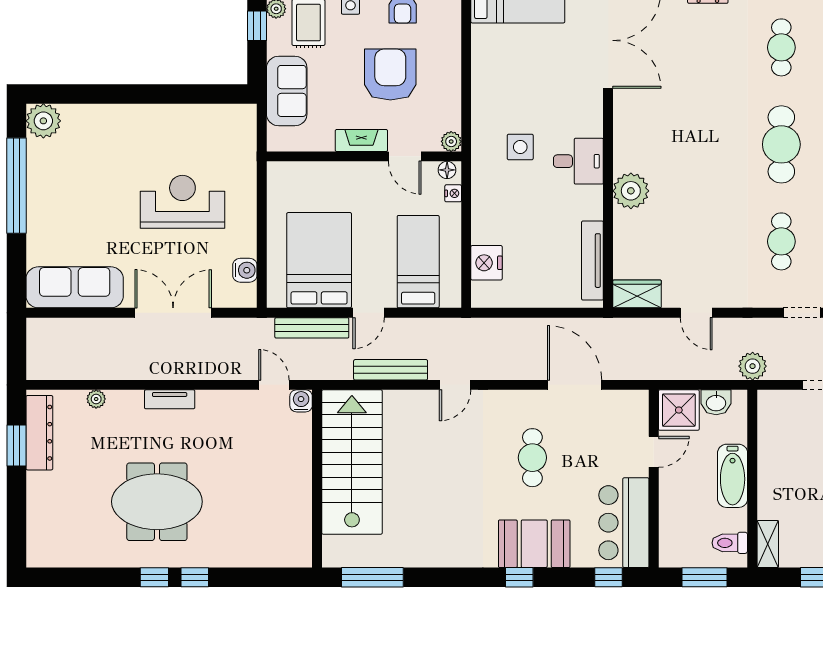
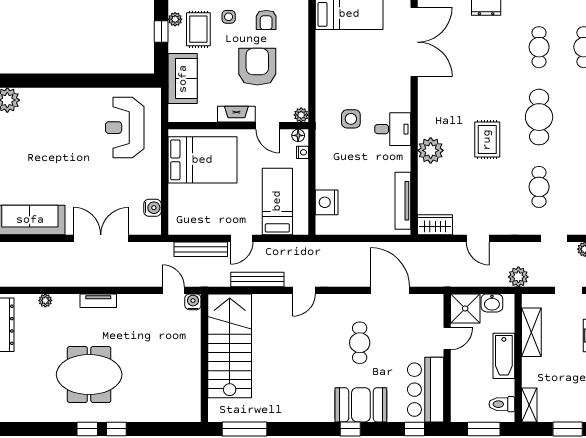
rug: (709, 176) -> (487, 140), added
reception desk: (182, 202) -> (125, 128), moved, turned -90
bed: (319, 260) -> (202, 160), moved, turned 90
shelving: (771, 443) -> (531, 332), added

